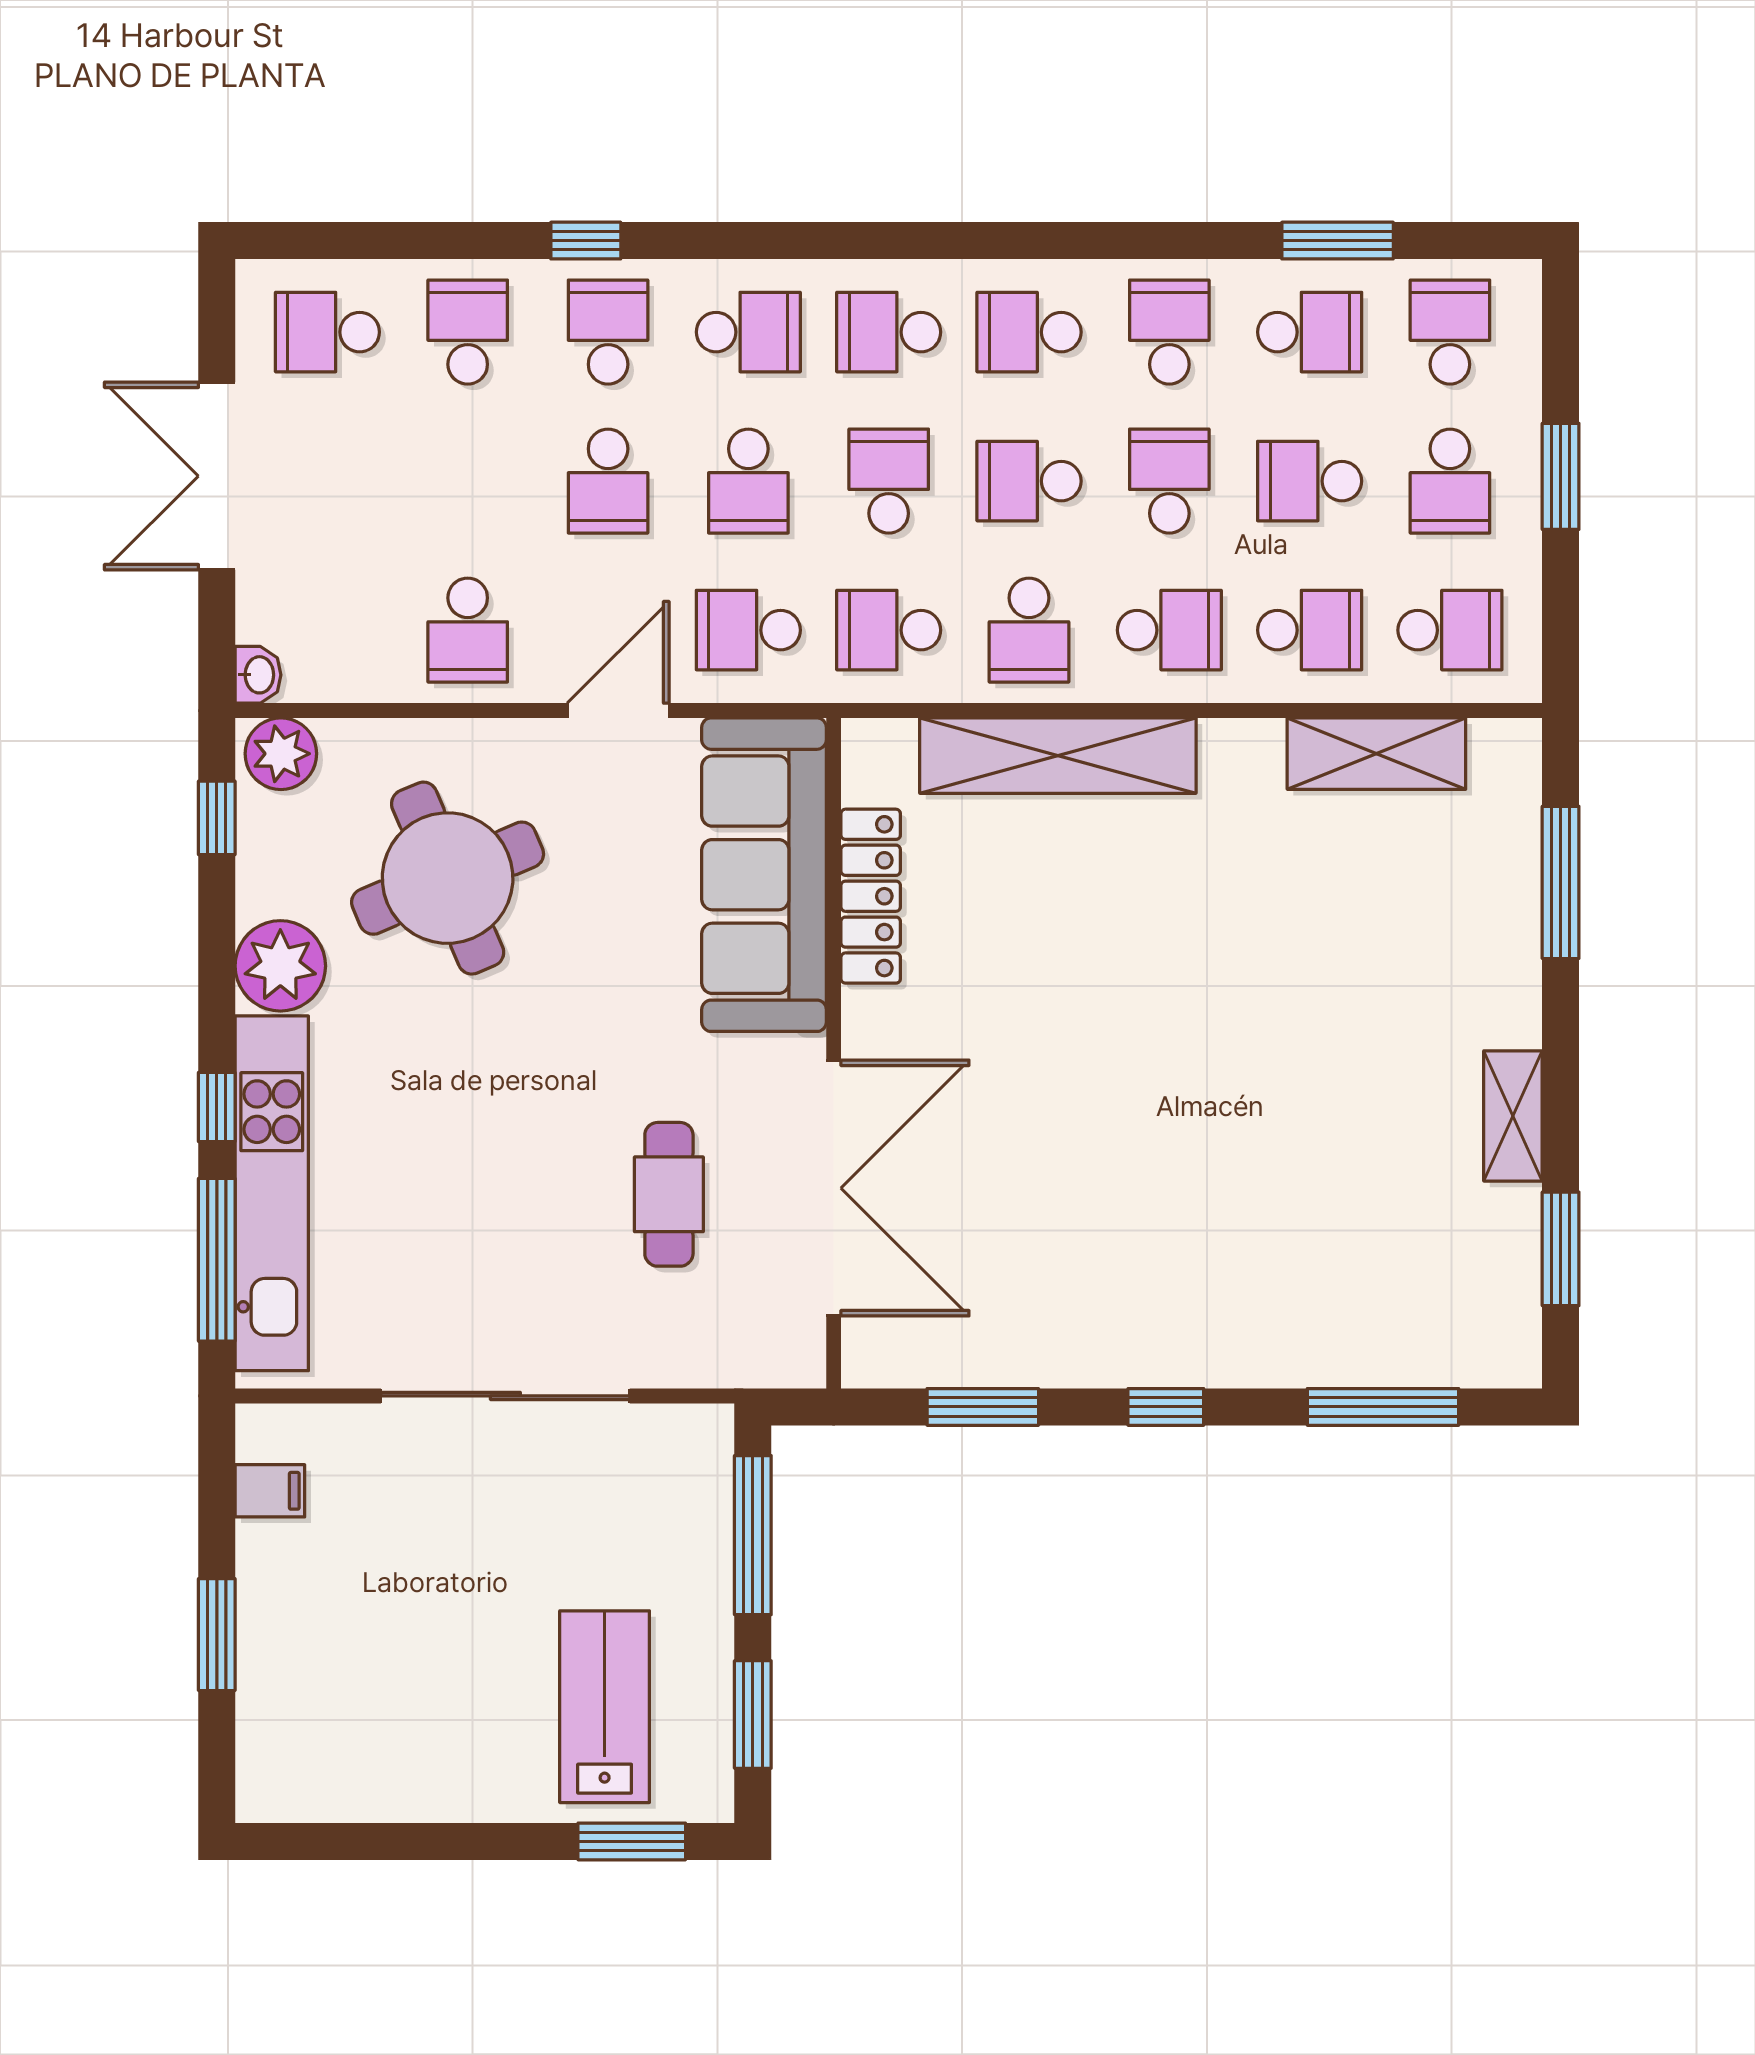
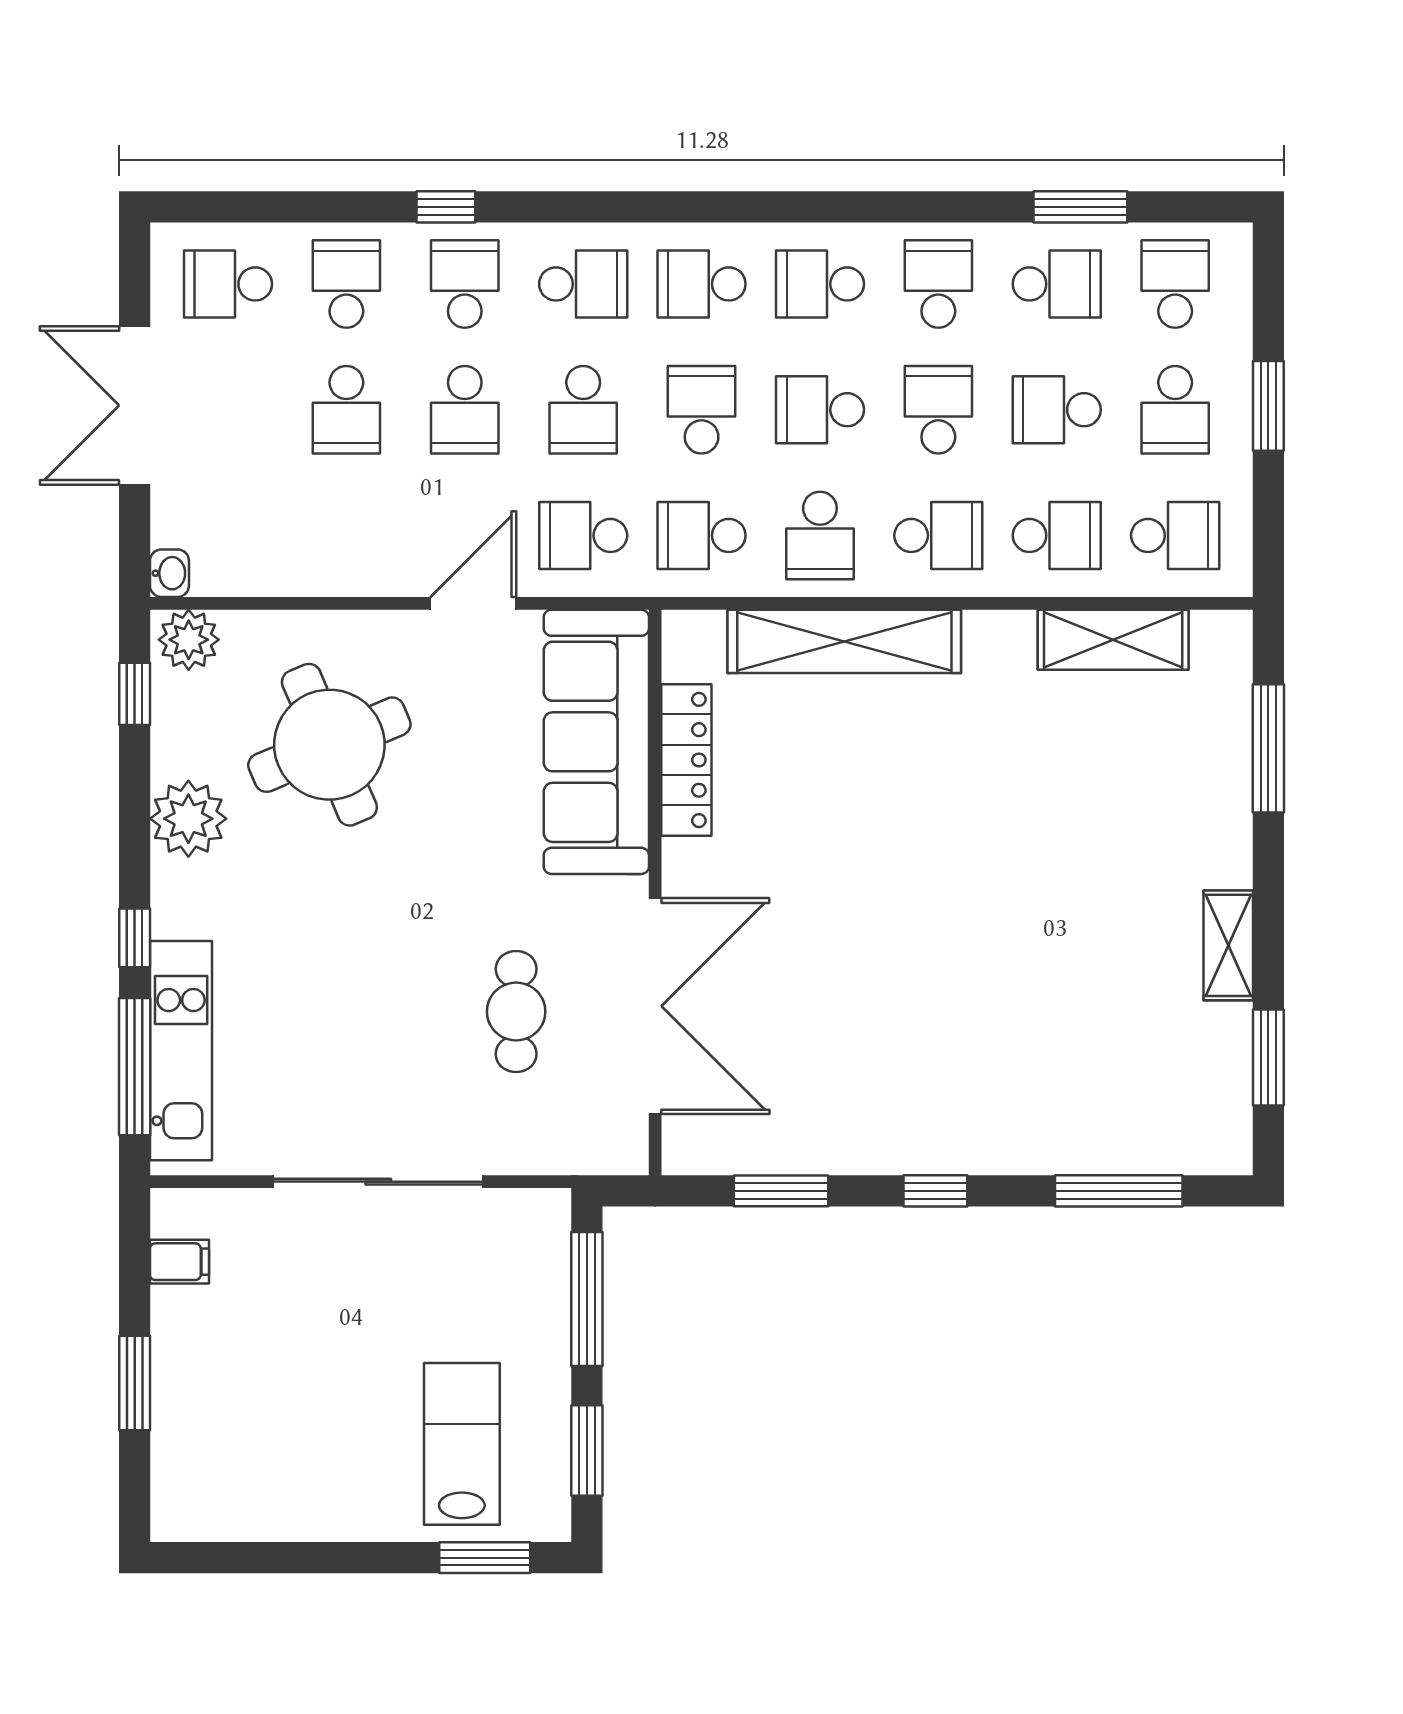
school desk: (468, 630) -> (346, 410), moved
kitchen unit: (272, 1193) -> (181, 1051), width x0.73

